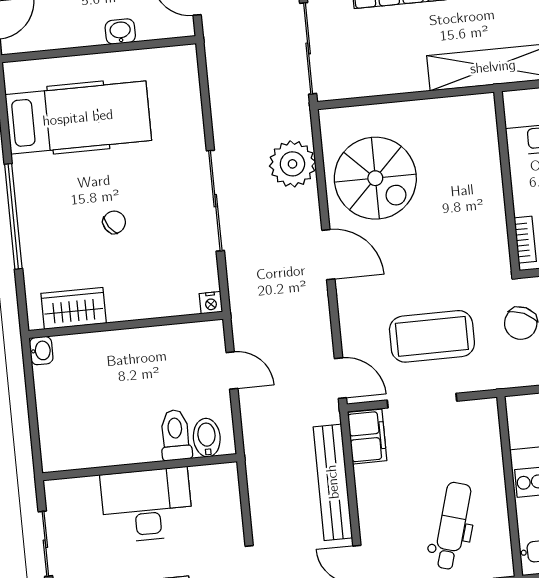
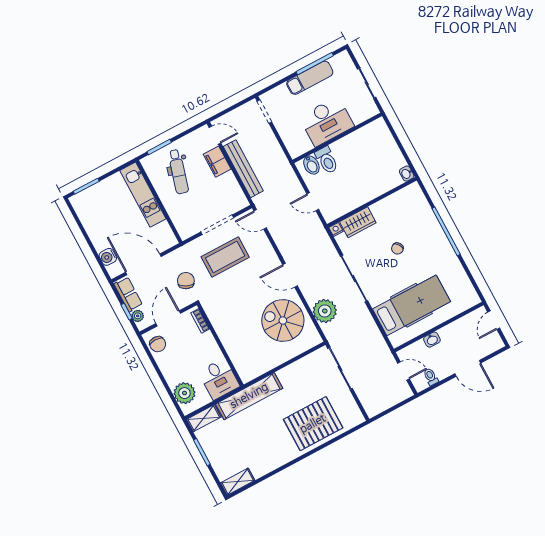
hospital bed: (78, 118) -> (411, 305), moved, turned 180
wardrobe: (74, 308) -> (358, 222), moved
filing cabinet: (367, 437) -> (217, 162), moved

